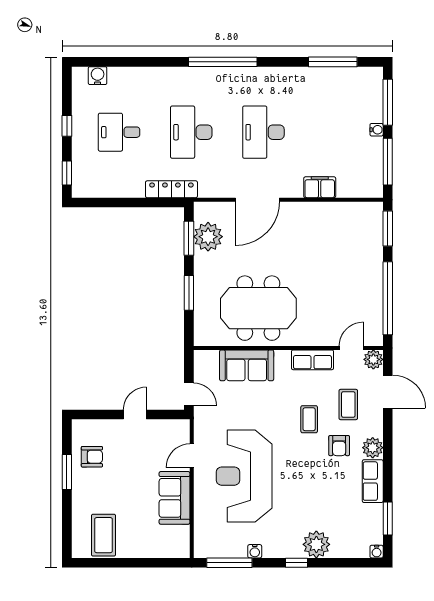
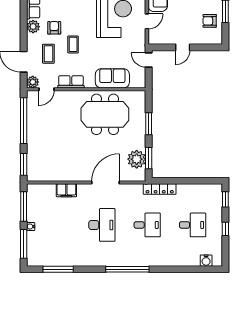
desk: (191, 132) -> (147, 225), width x0.73

